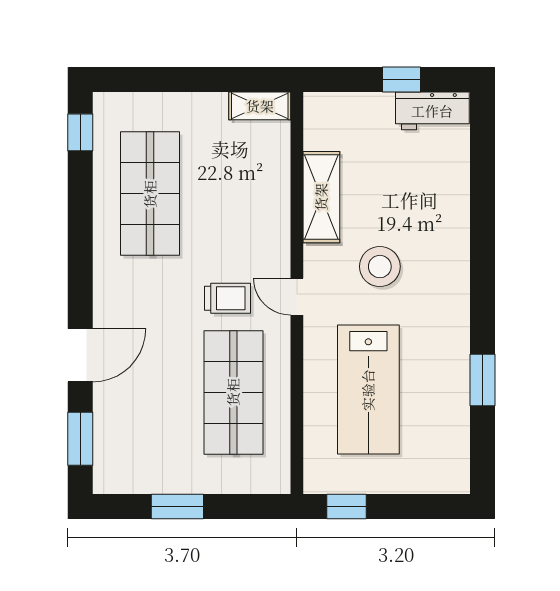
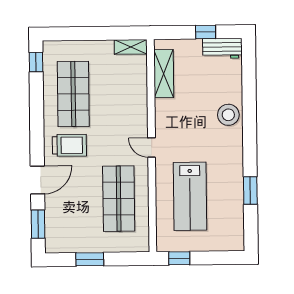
shelving: (321, 197) -> (164, 74), moved
stool: (380, 267) -> (228, 115), moved
trolley: (228, 298) -> (69, 145), moved, width x1.36, depth x1.39

